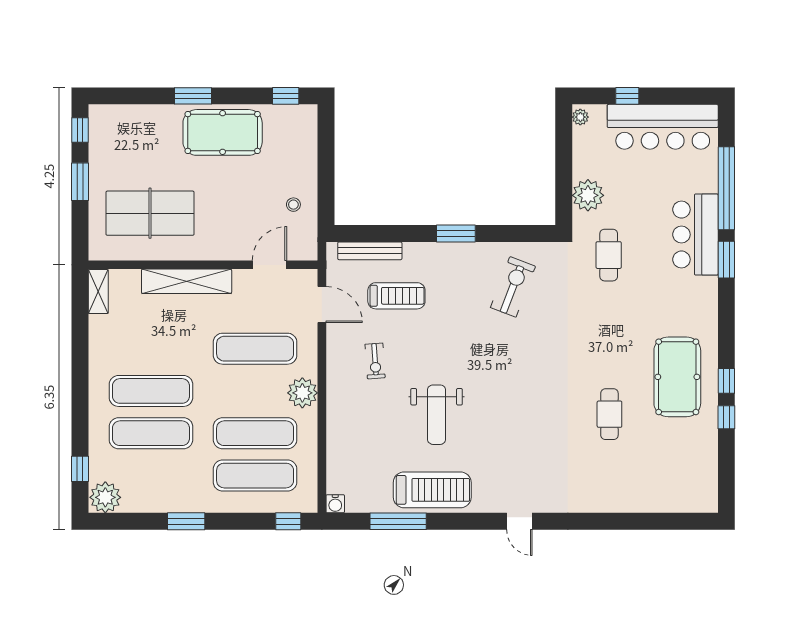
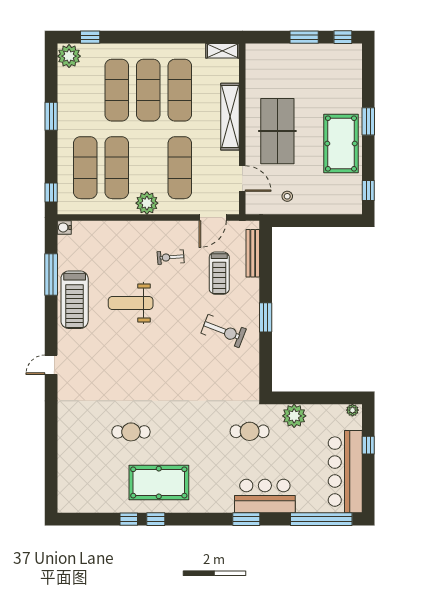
window: (726, 188) -> (321, 519), moved
table tennis table: (150, 213) -> (277, 131), moved
exercise bike: (513, 287) -> (224, 331), moved
exercise mat: (151, 349) -> (180, 90), added

